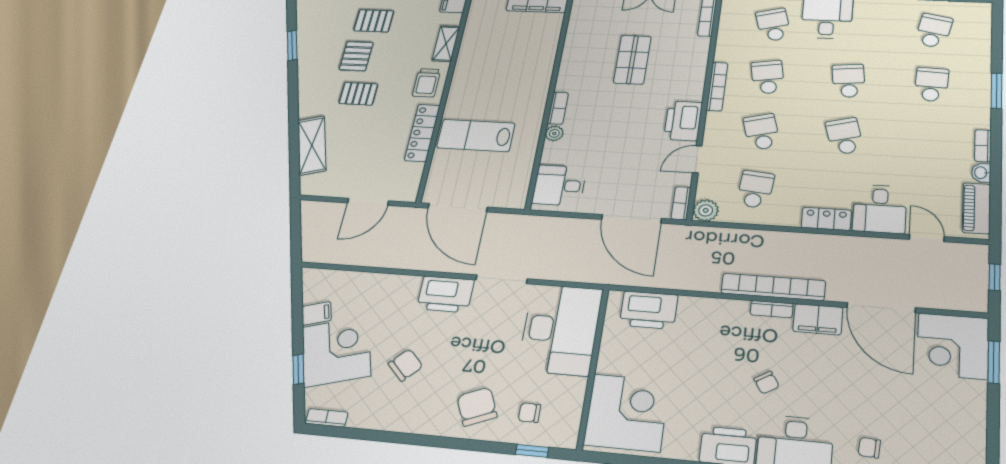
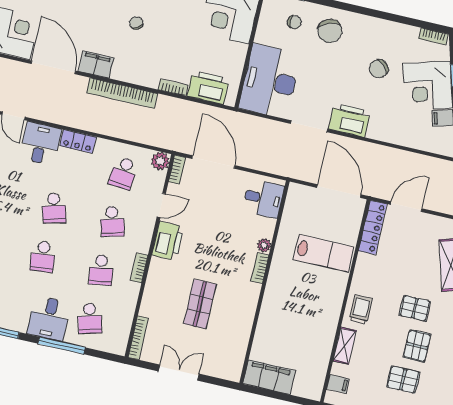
bookcase: (717, 86) -> (139, 268), width x0.64
locker: (422, 133) -> (373, 227), moved
bookcase: (772, 309) -> (173, 87), moved

